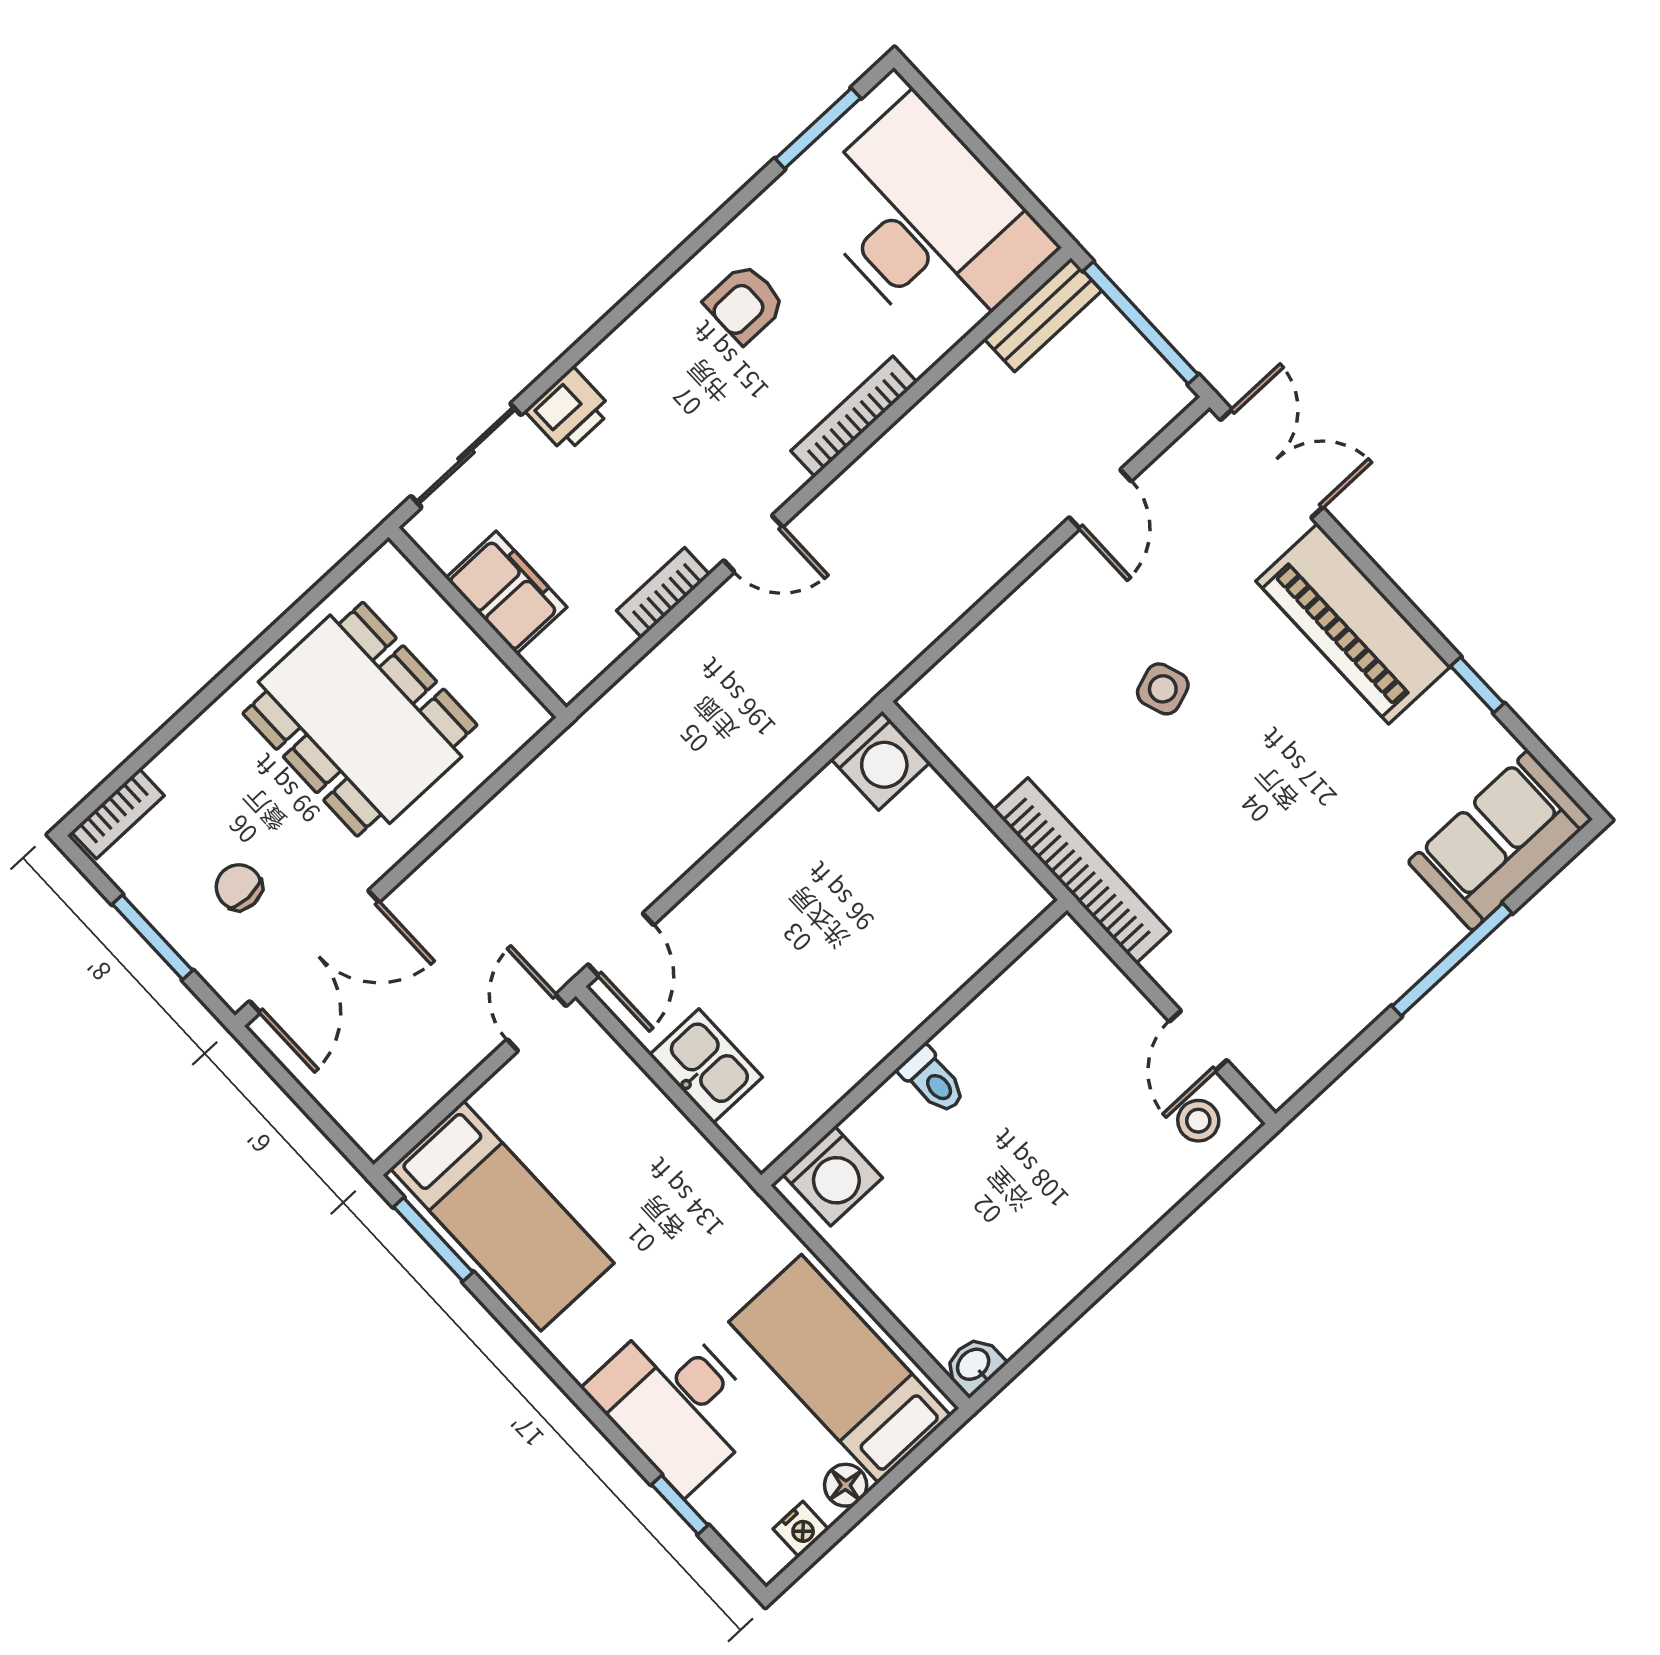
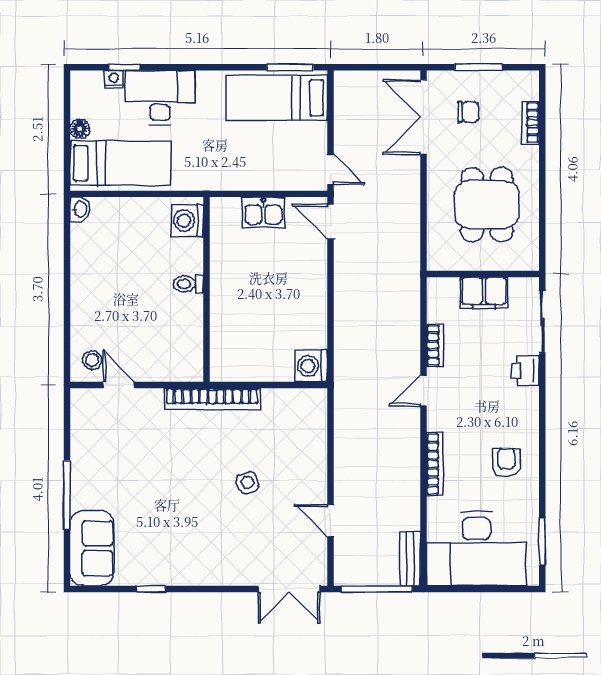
piano: (1353, 624) -> (210, 567), removed
dining table: (360, 719) -> (487, 205), width x0.73
bookcase: (118, 814) -> (531, 123), moved
nightstand: (801, 1529) -> (114, 79), moved, turned 90

